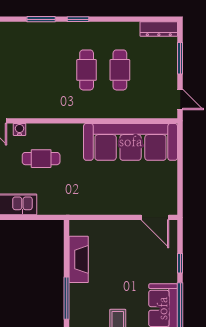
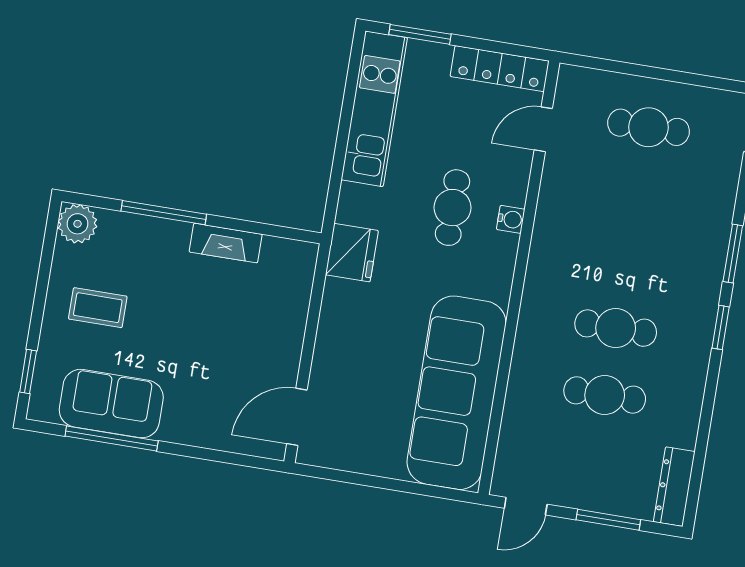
water cooler: (19, 129) -> (511, 219), moved
fridge: (71, 204) -> (352, 253), added
fireplace: (79, 259) -> (226, 243), width x0.73, depth x0.76
window: (180, 263) -> (196, 452), removed

